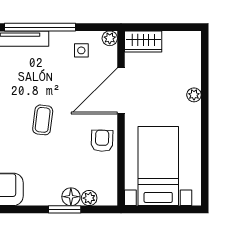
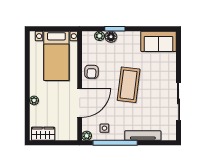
window: (40, 27) -> (115, 143), moved
wardrobe: (143, 42) -> (43, 134), moved
coffee table: (43, 120) -> (129, 85), width x1.86, depth x1.72

